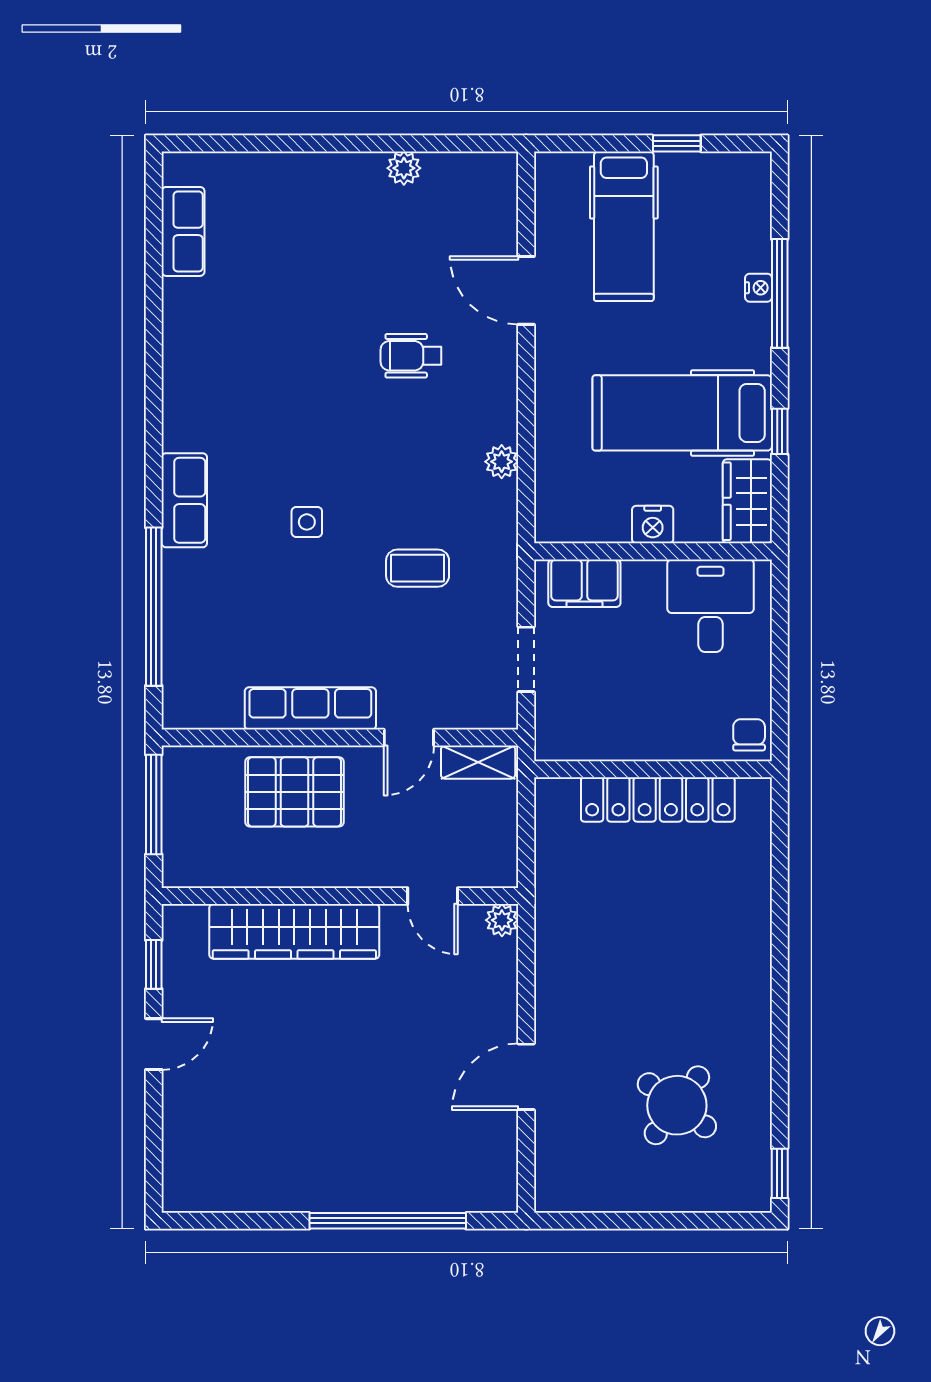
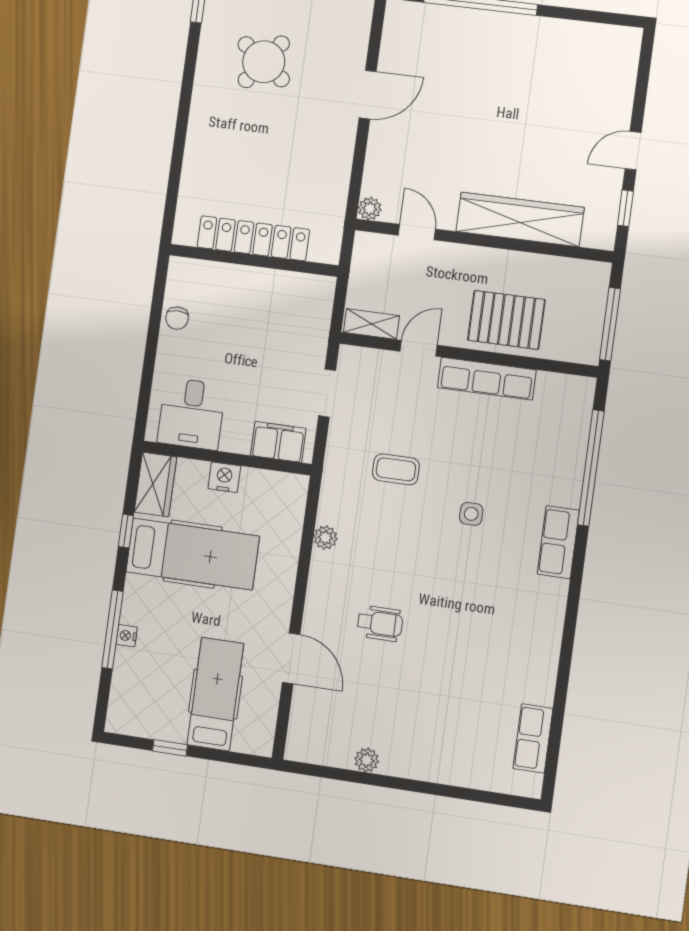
wall: (653, 769) -> (254, 260), moved
locker: (658, 799) -> (253, 238), moved

